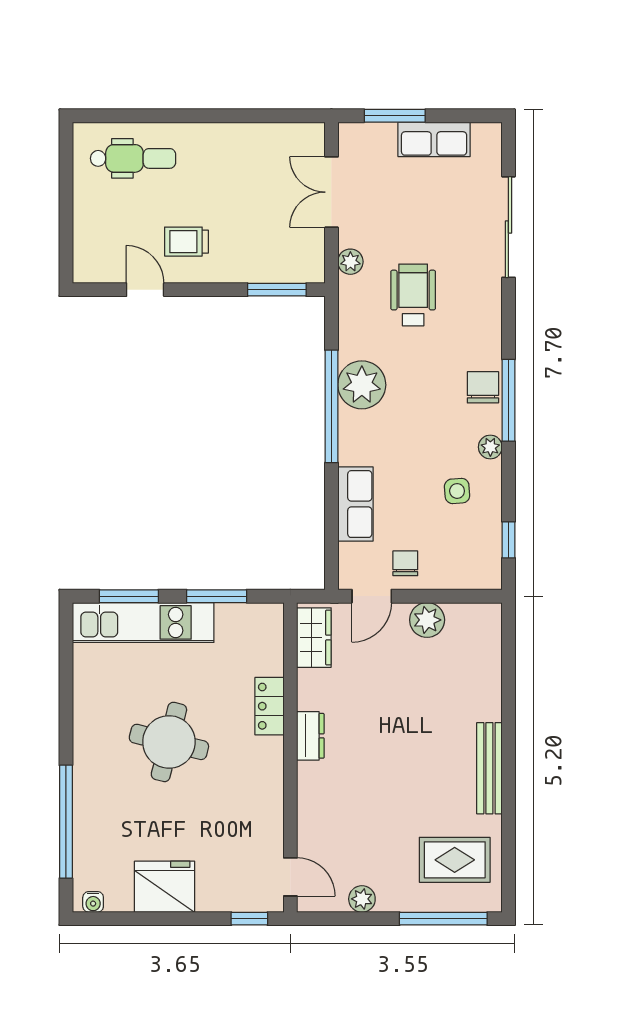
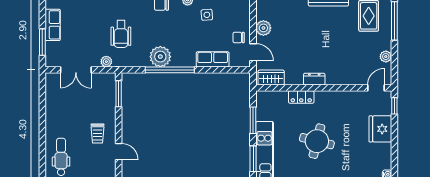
door: (145, 290) -> (119, 152), swing flipped
wheelchair: (413, 295) -> (121, 34), turned -90
fridge: (165, 887) -> (380, 129), moved

